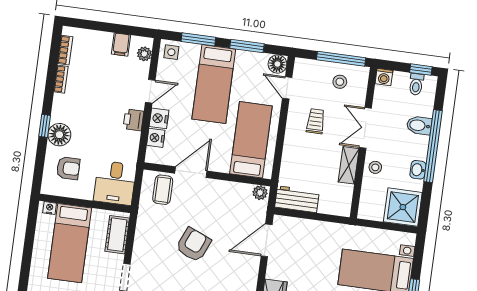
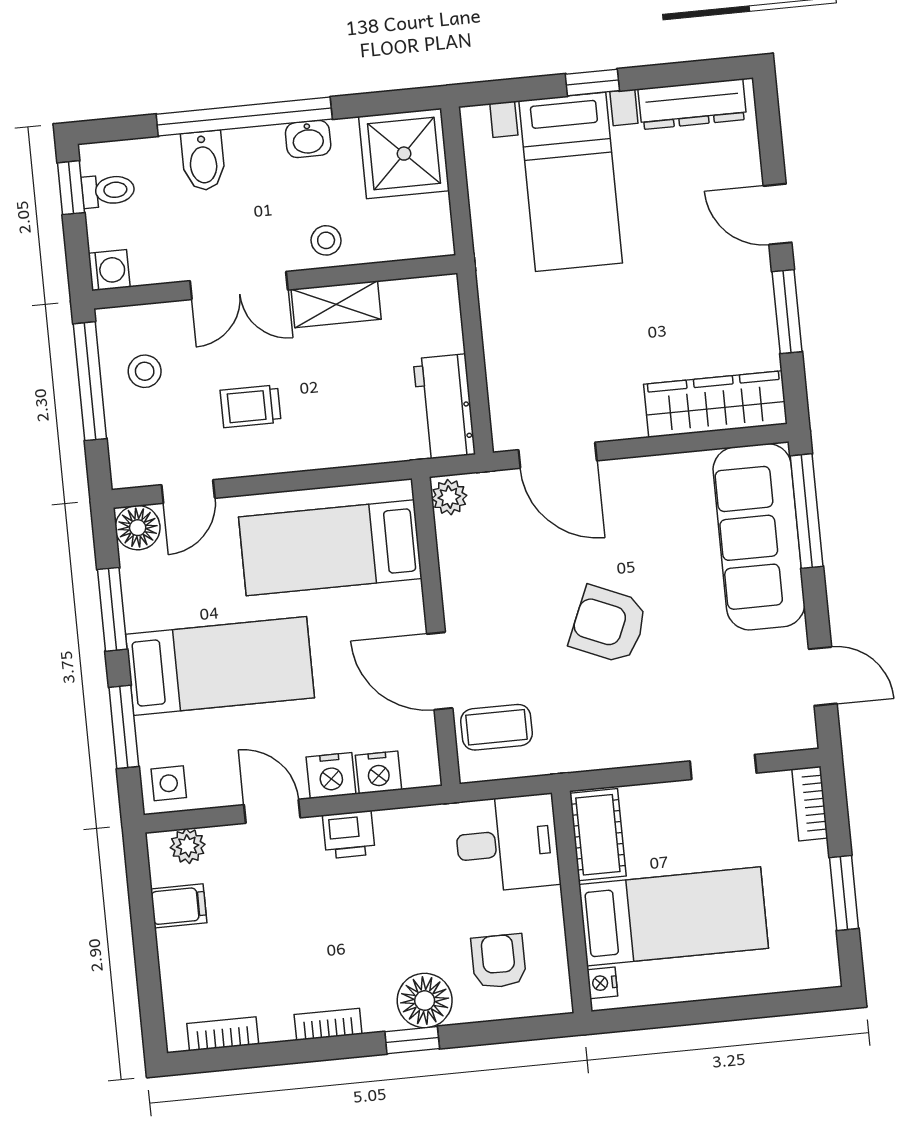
bookcase: (61, 79) -> (328, 1024), moved
cot: (117, 235) -> (598, 835), moved, turned 90

